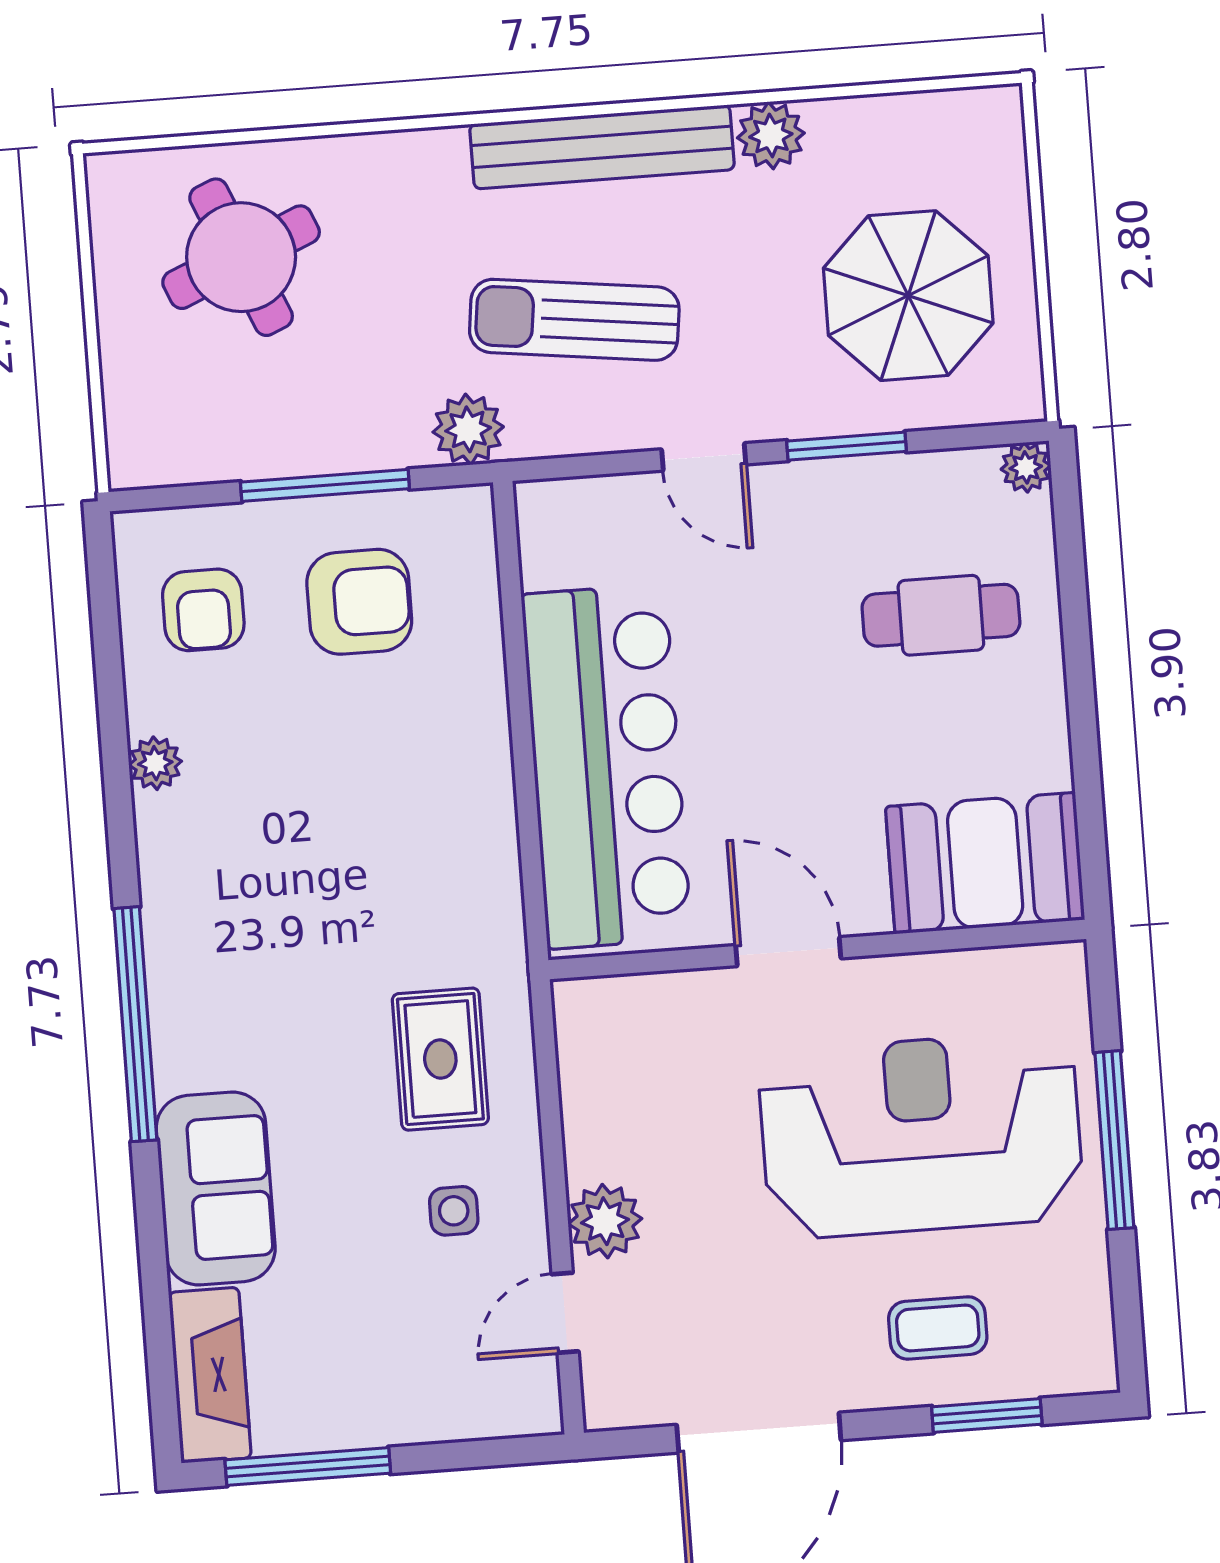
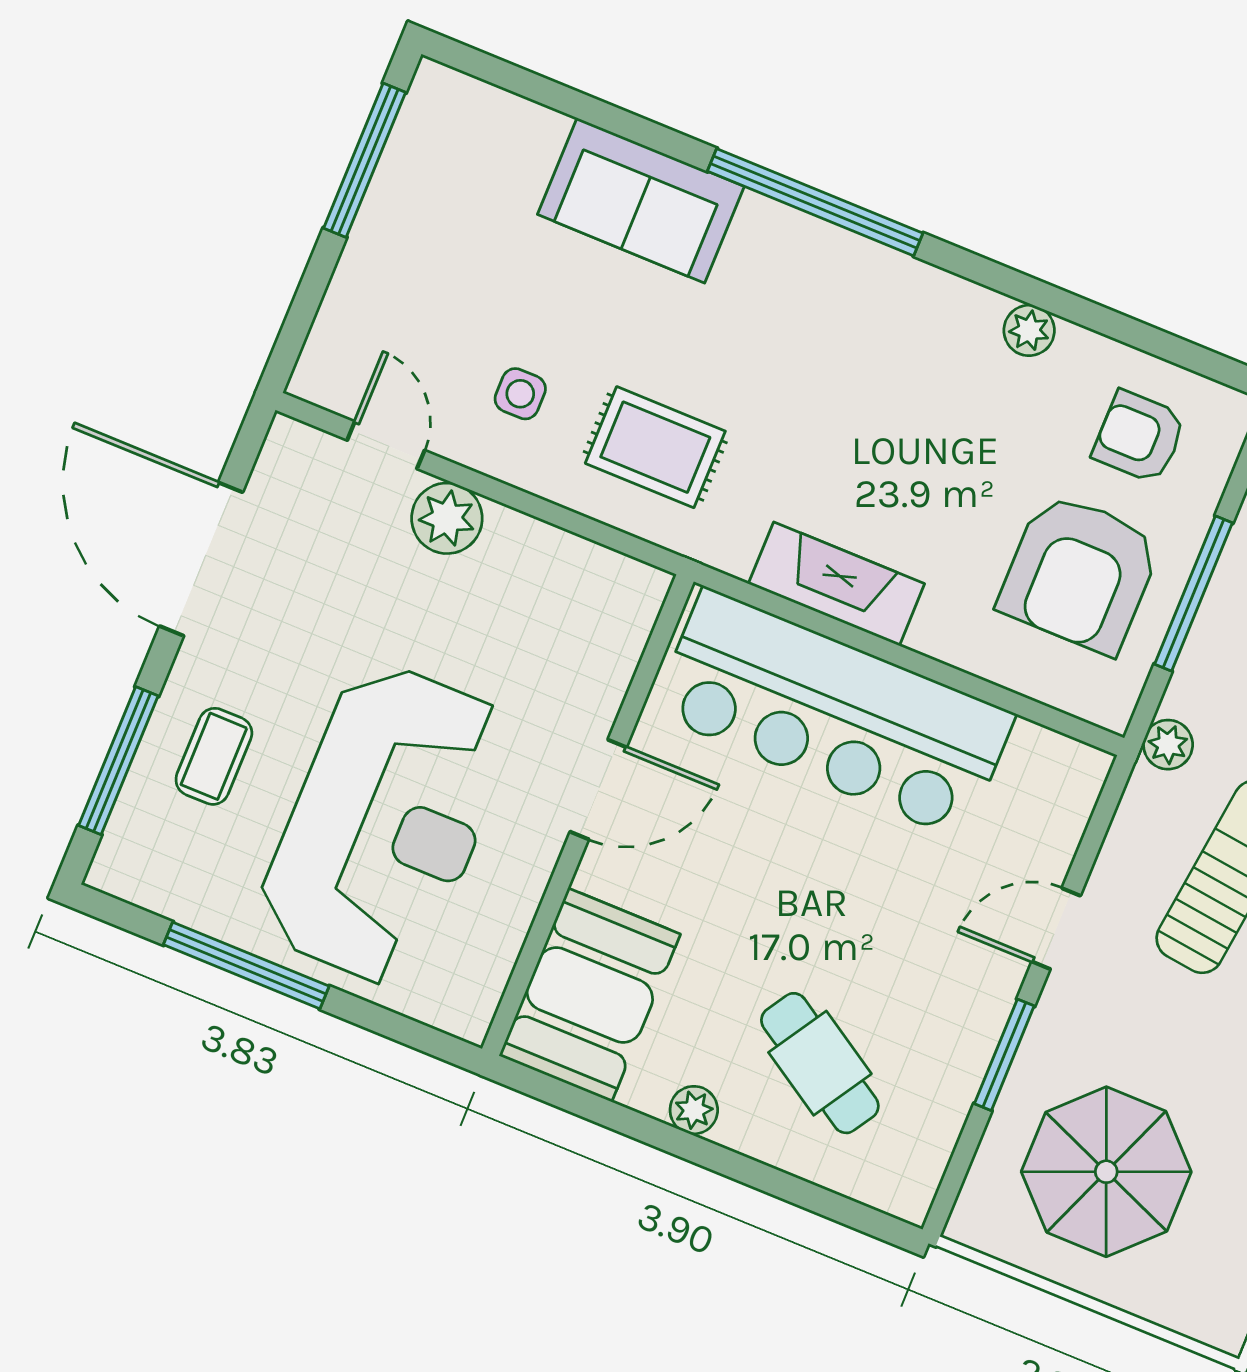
plant: (468, 429) -> (1168, 745), width x0.73, depth x0.73
plant: (1026, 467) -> (694, 1110), moved
armchair: (359, 602) -> (1080, 573), width x1.36, depth x1.36
cafe table: (941, 615) -> (820, 1063), turned -58
window: (1114, 1140) -> (246, 965), moved
fireplace: (210, 1375) -> (836, 584), moved, turned 180
window: (987, 1415) -> (118, 761), width x1.44

